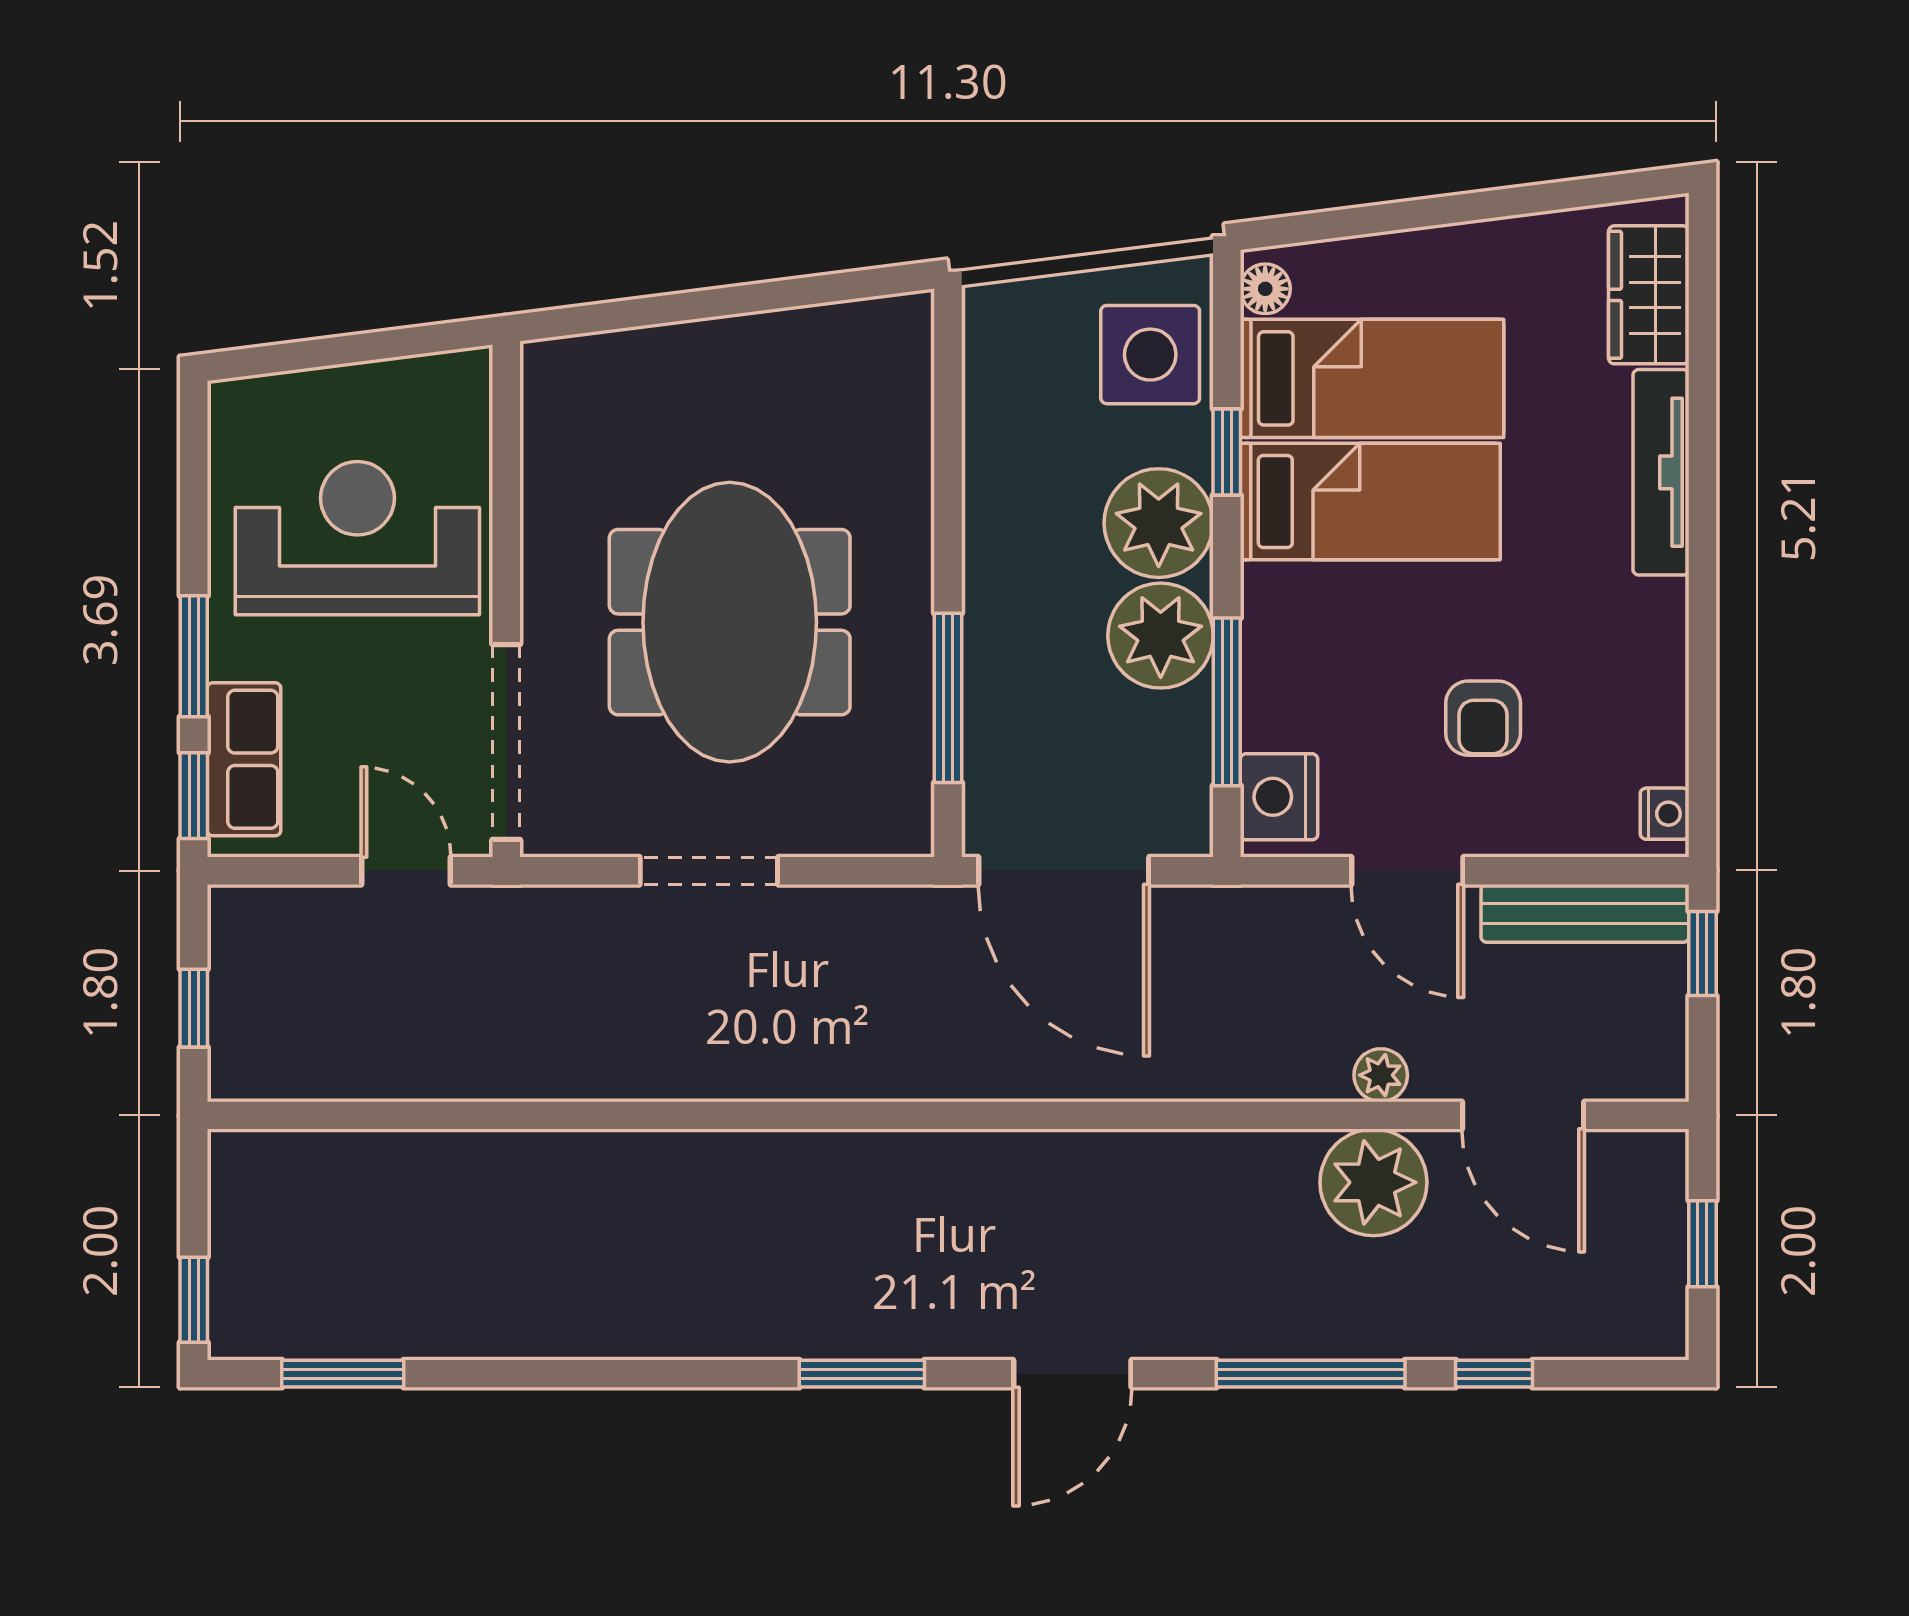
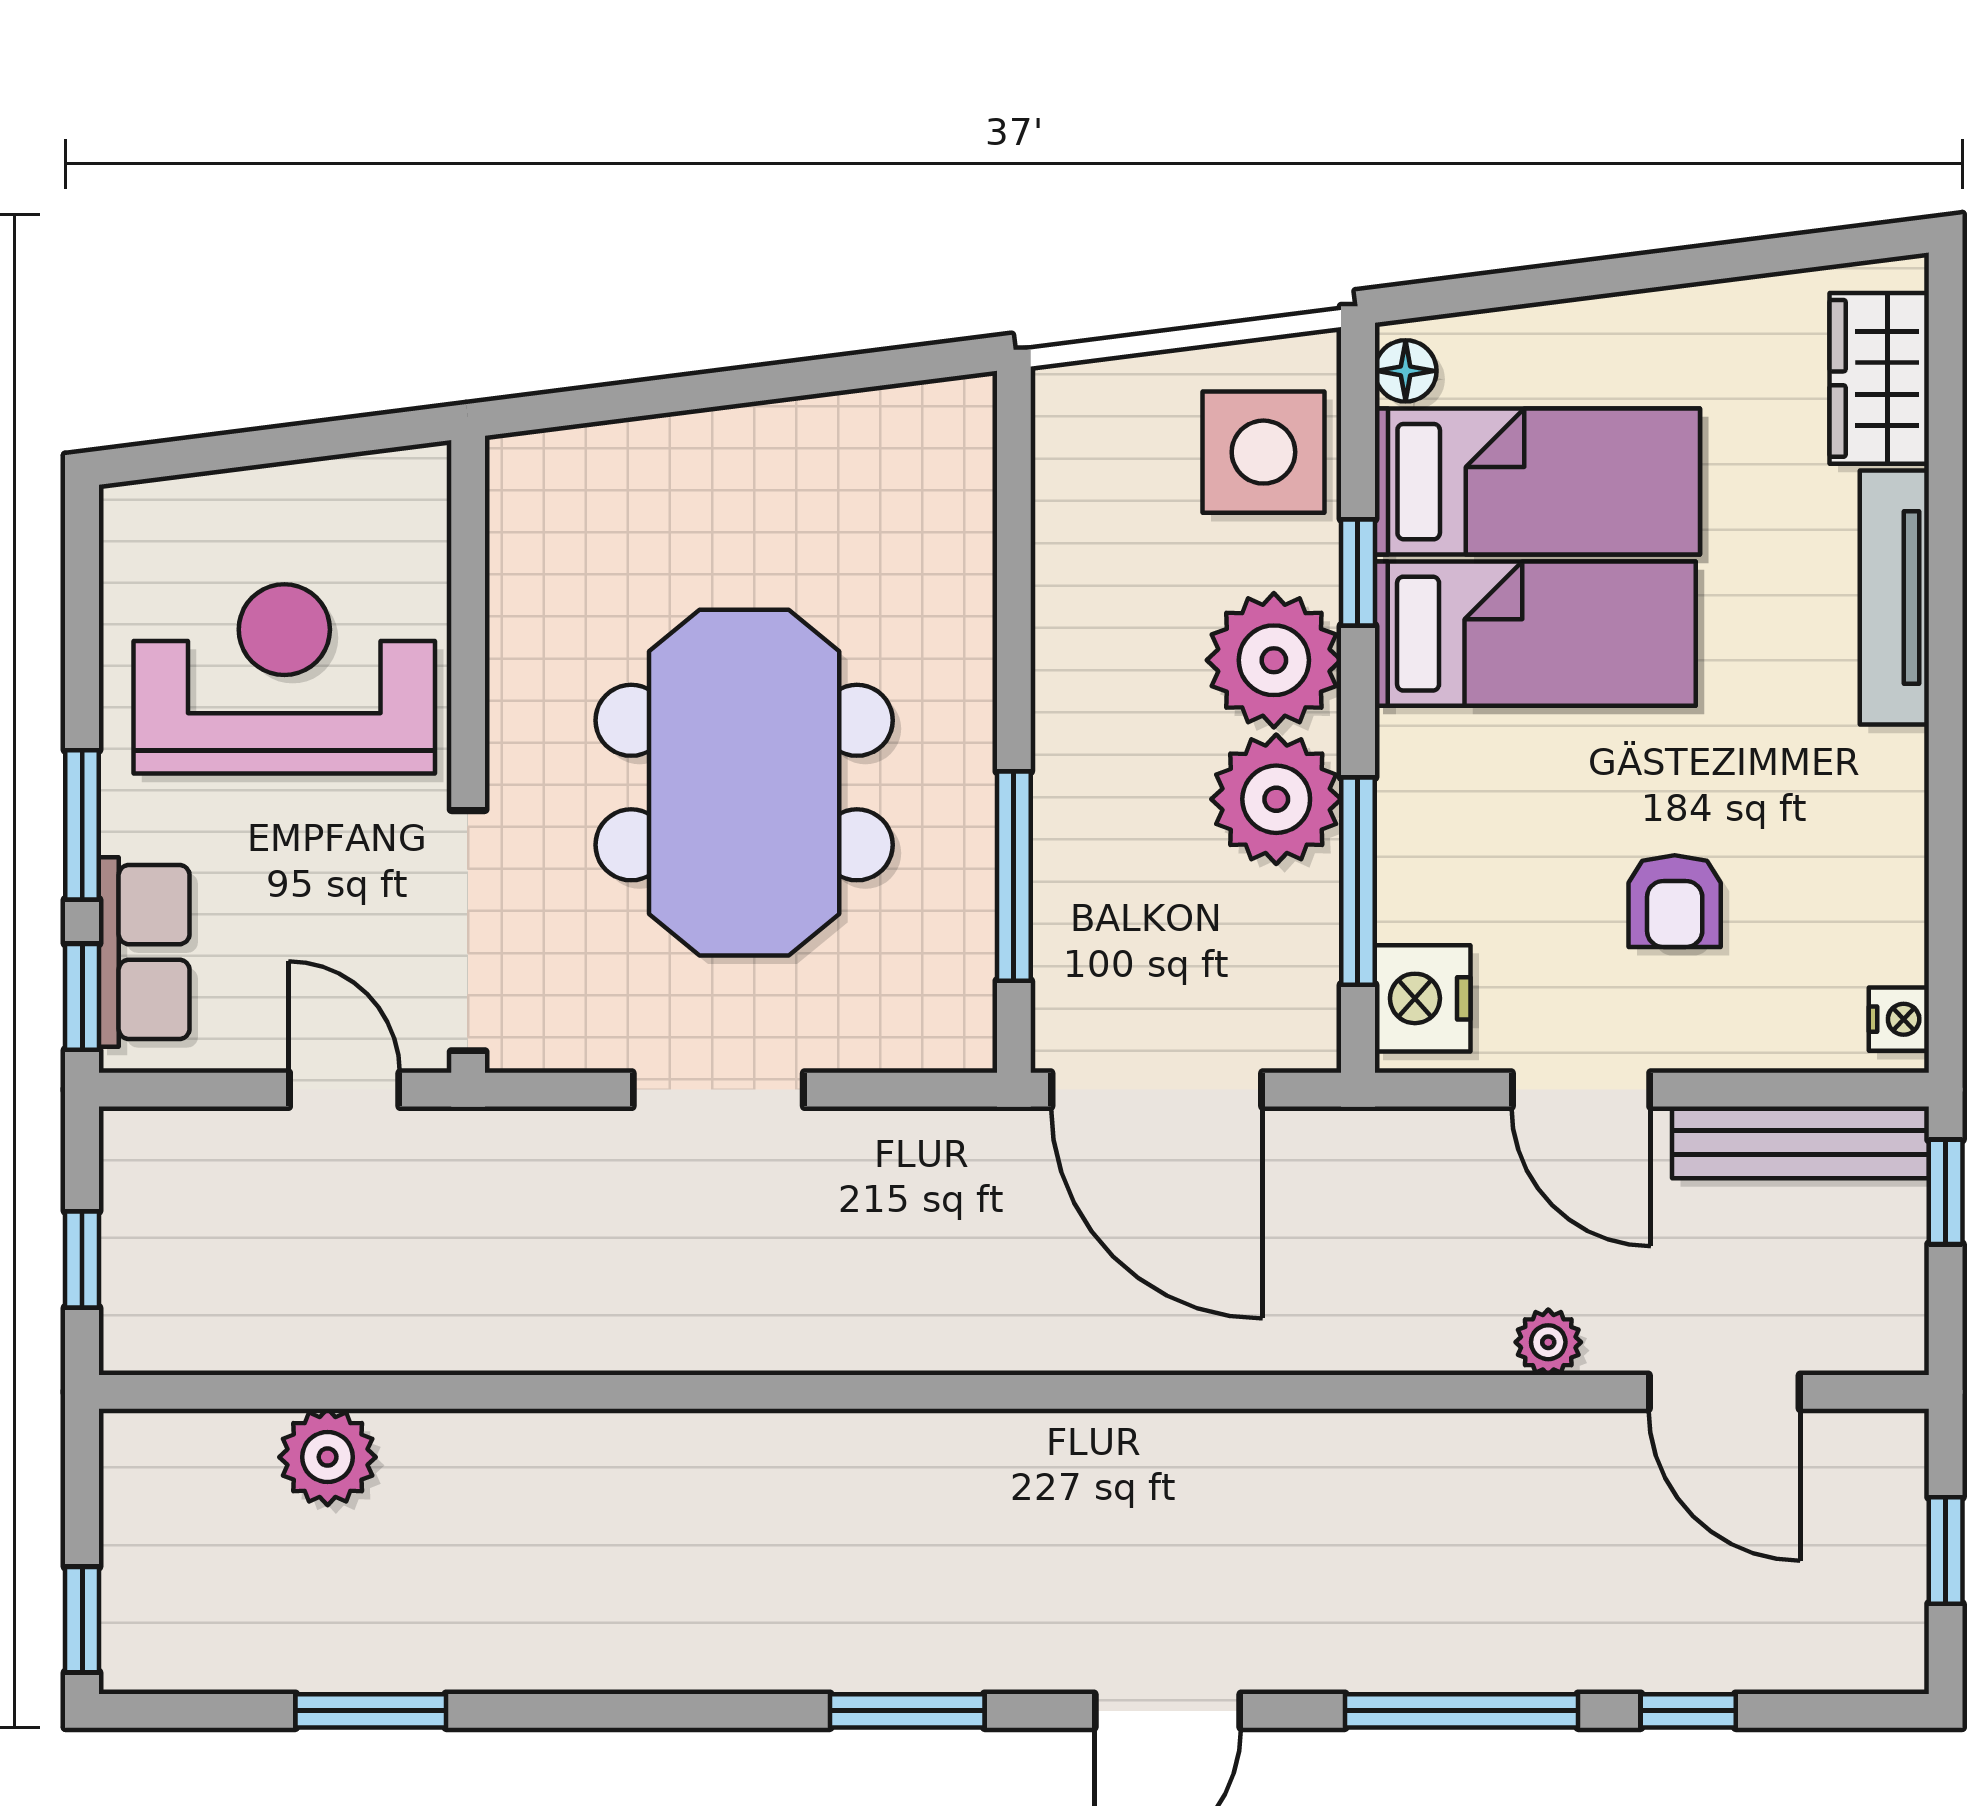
plant: (1373, 1182) -> (328, 1457), moved, width x0.73, depth x0.73
window: (343, 1374) -> (371, 1711), moved

